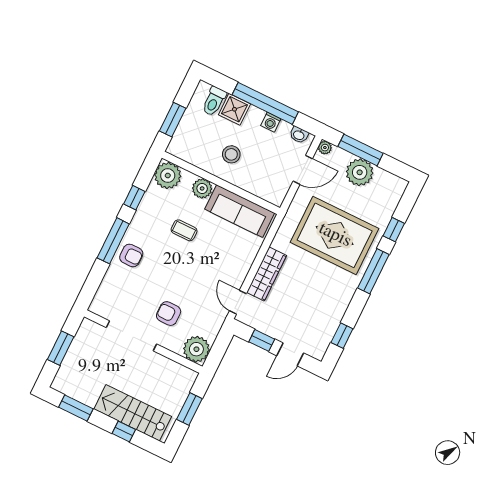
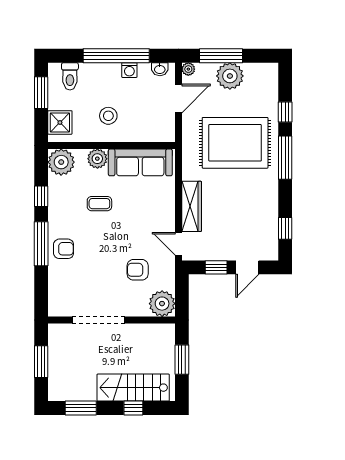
shower: (234, 109) -> (60, 122), moved
window: (173, 120) -> (41, 93), moved
armchair: (169, 314) -> (138, 270), moved

